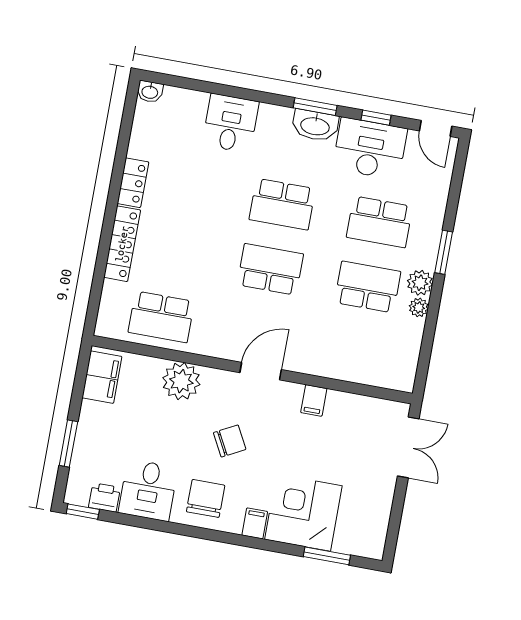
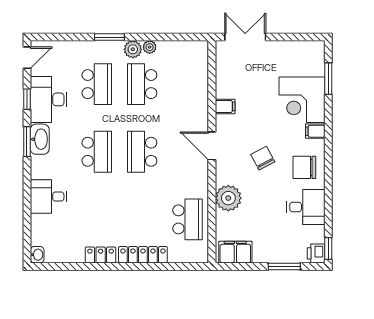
printer: (104, 497) -> (316, 253), moved

